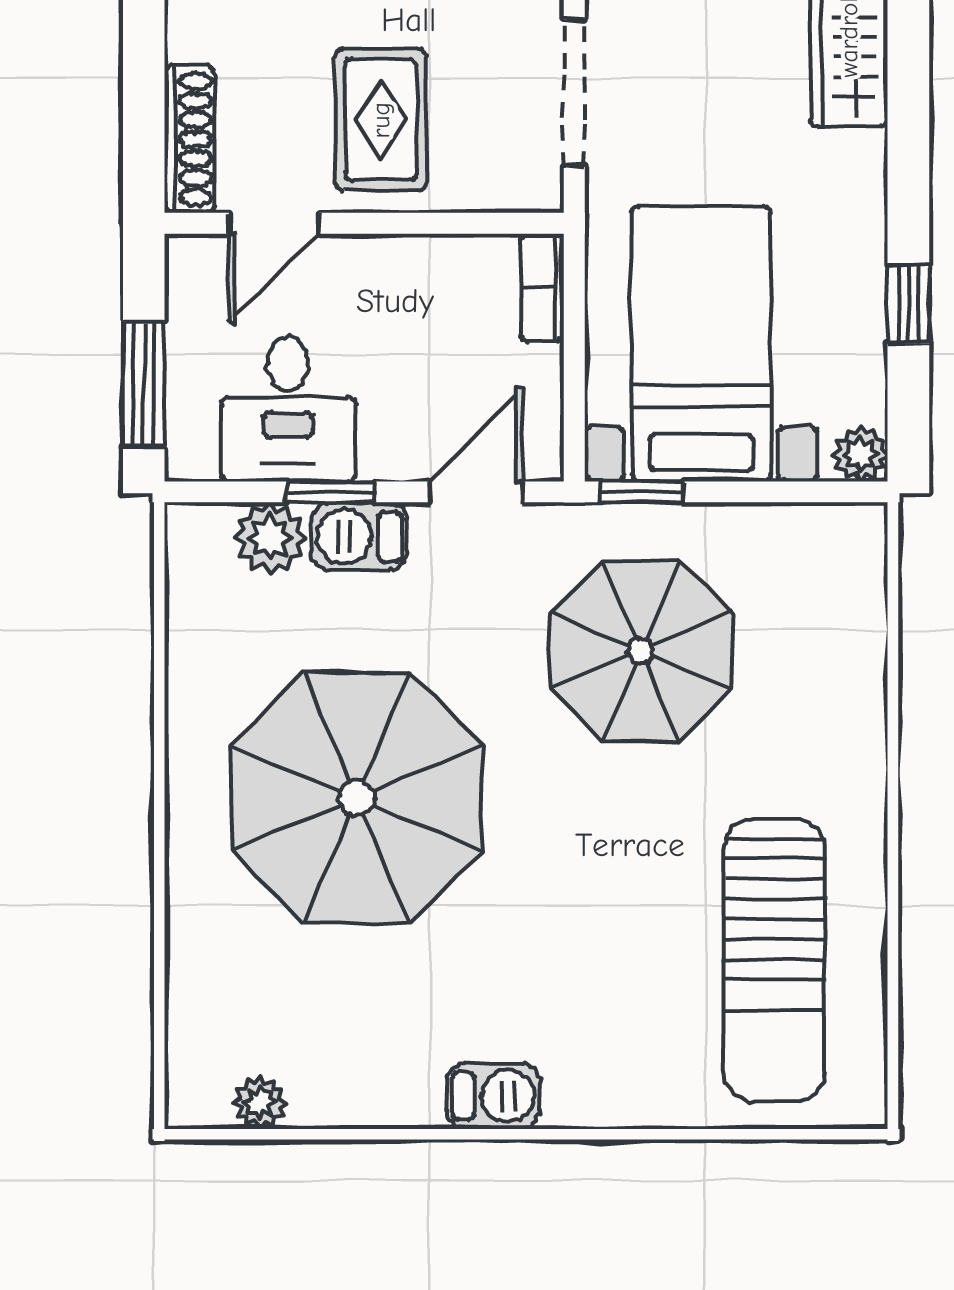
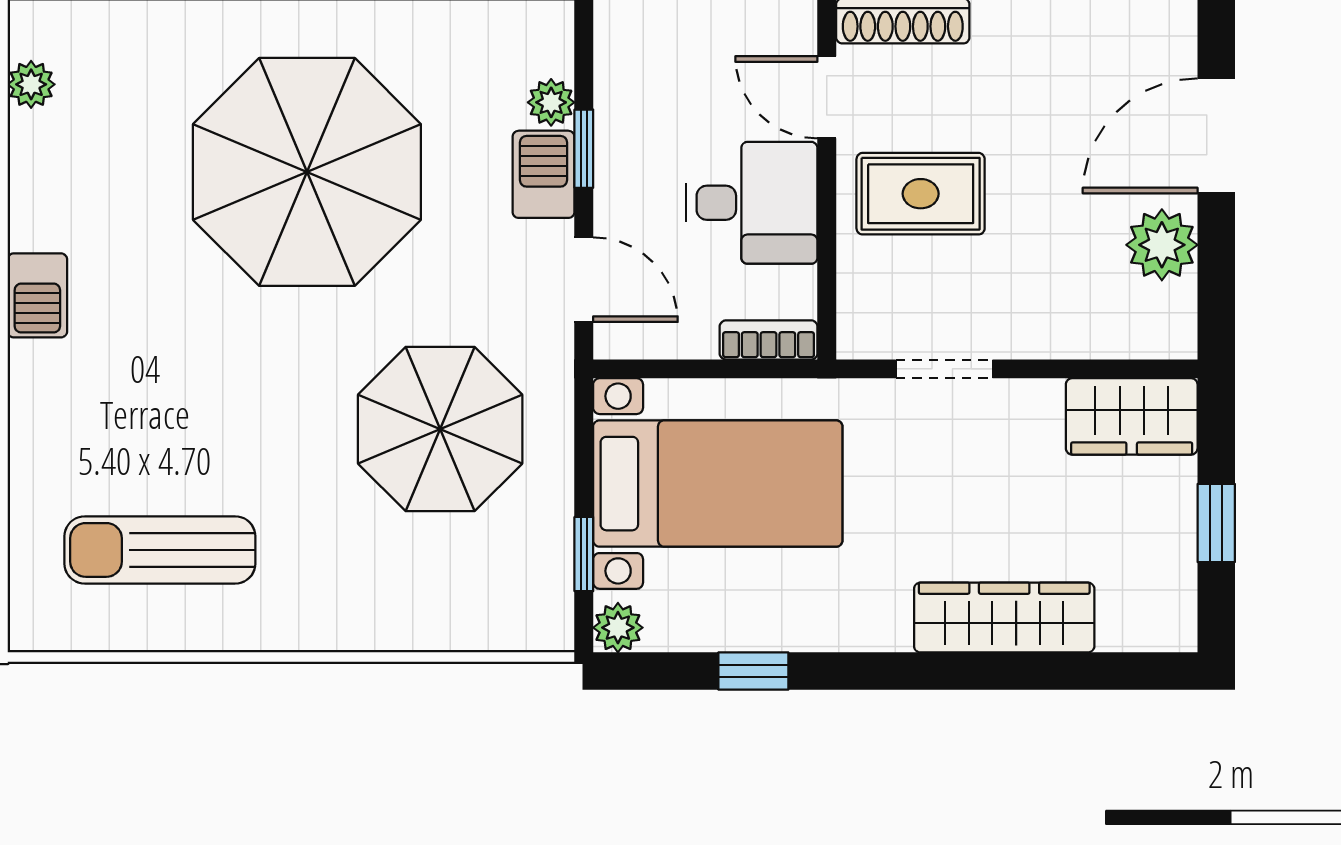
doorway: (574, 93) -> (944, 369), width x0.73
desk: (288, 409) -> (752, 203), moved, turned 180
window: (642, 492) -> (584, 554), moved
plant: (270, 538) -> (551, 102), width x0.73, depth x0.73
sun lounger: (775, 961) -> (160, 550), width x0.73, depth x0.75

